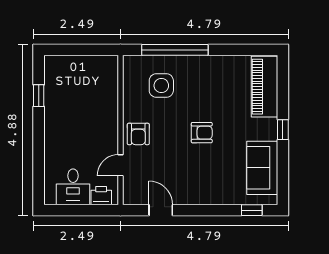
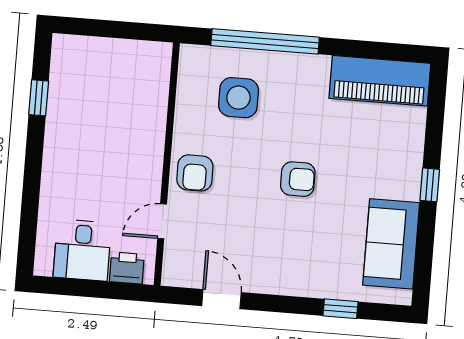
piano: (265, 87) -> (380, 81), moved, turned -90
window: (252, 210) -> (341, 309), moved

